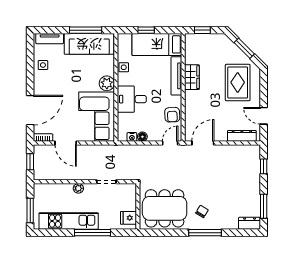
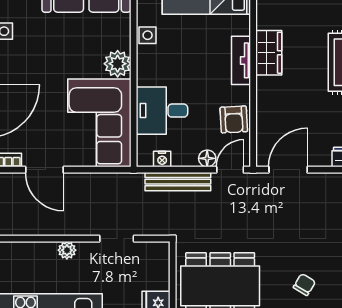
tv unit: (176, 76) -> (241, 60), width x0.71
desk: (132, 99) -> (162, 111), moved
floor lamp: (142, 137) -> (207, 158), moved
bench: (141, 150) -> (178, 182), added
chair: (202, 211) -> (304, 285), moved

